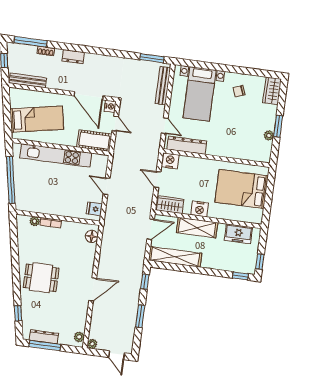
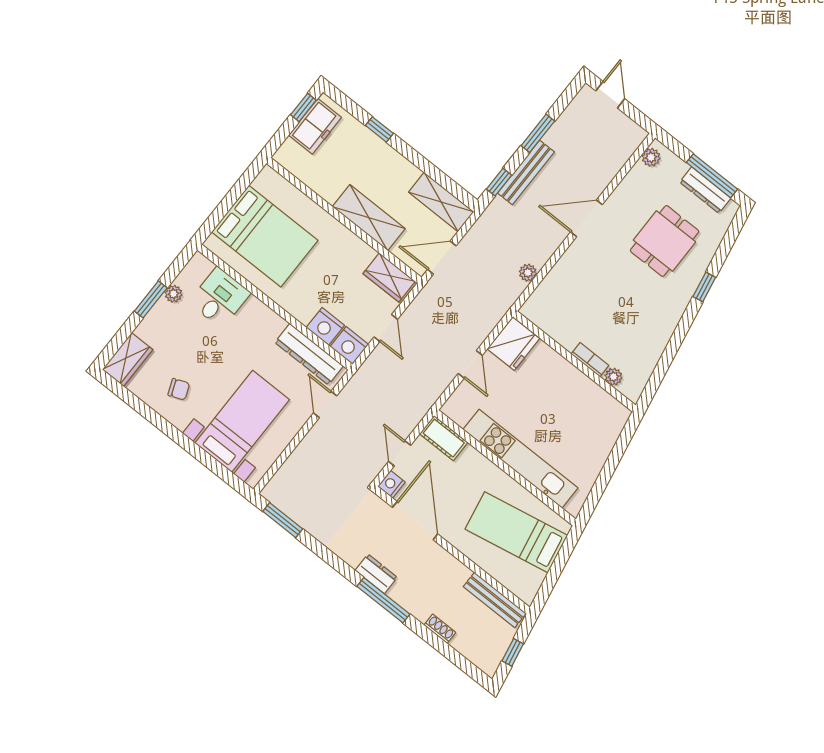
window: (30, 42) -> (383, 600), moved
dresser: (73, 57) -> (376, 574), moved
bench: (163, 86) -> (526, 172), moved
cot: (94, 141) -> (444, 438), width x0.73, depth x0.75
desk: (246, 147) -> (220, 298), added
window: (11, 180) -> (612, 462), removed
fridge: (94, 209) -> (513, 344), width x1.88, depth x1.34
nightstand: (200, 209) -> (325, 326), moved, turned 180
freezer: (238, 234) -> (315, 126), moved, turned 90
floor lamp: (92, 236) -> (539, 301), removed
shelving: (175, 257) -> (441, 202), width x0.68
window: (240, 276) -> (379, 129), moved
dining table: (41, 278) -> (665, 241), moved, turned 90
window: (18, 313) -> (704, 287), moved
plant: (92, 344) -> (528, 273), moved

